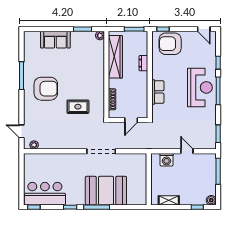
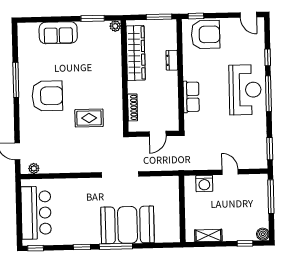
armchair: (170, 44) -> (206, 35), turned 180
bar counter: (45, 194) -> (36, 213), moved, turned 90

